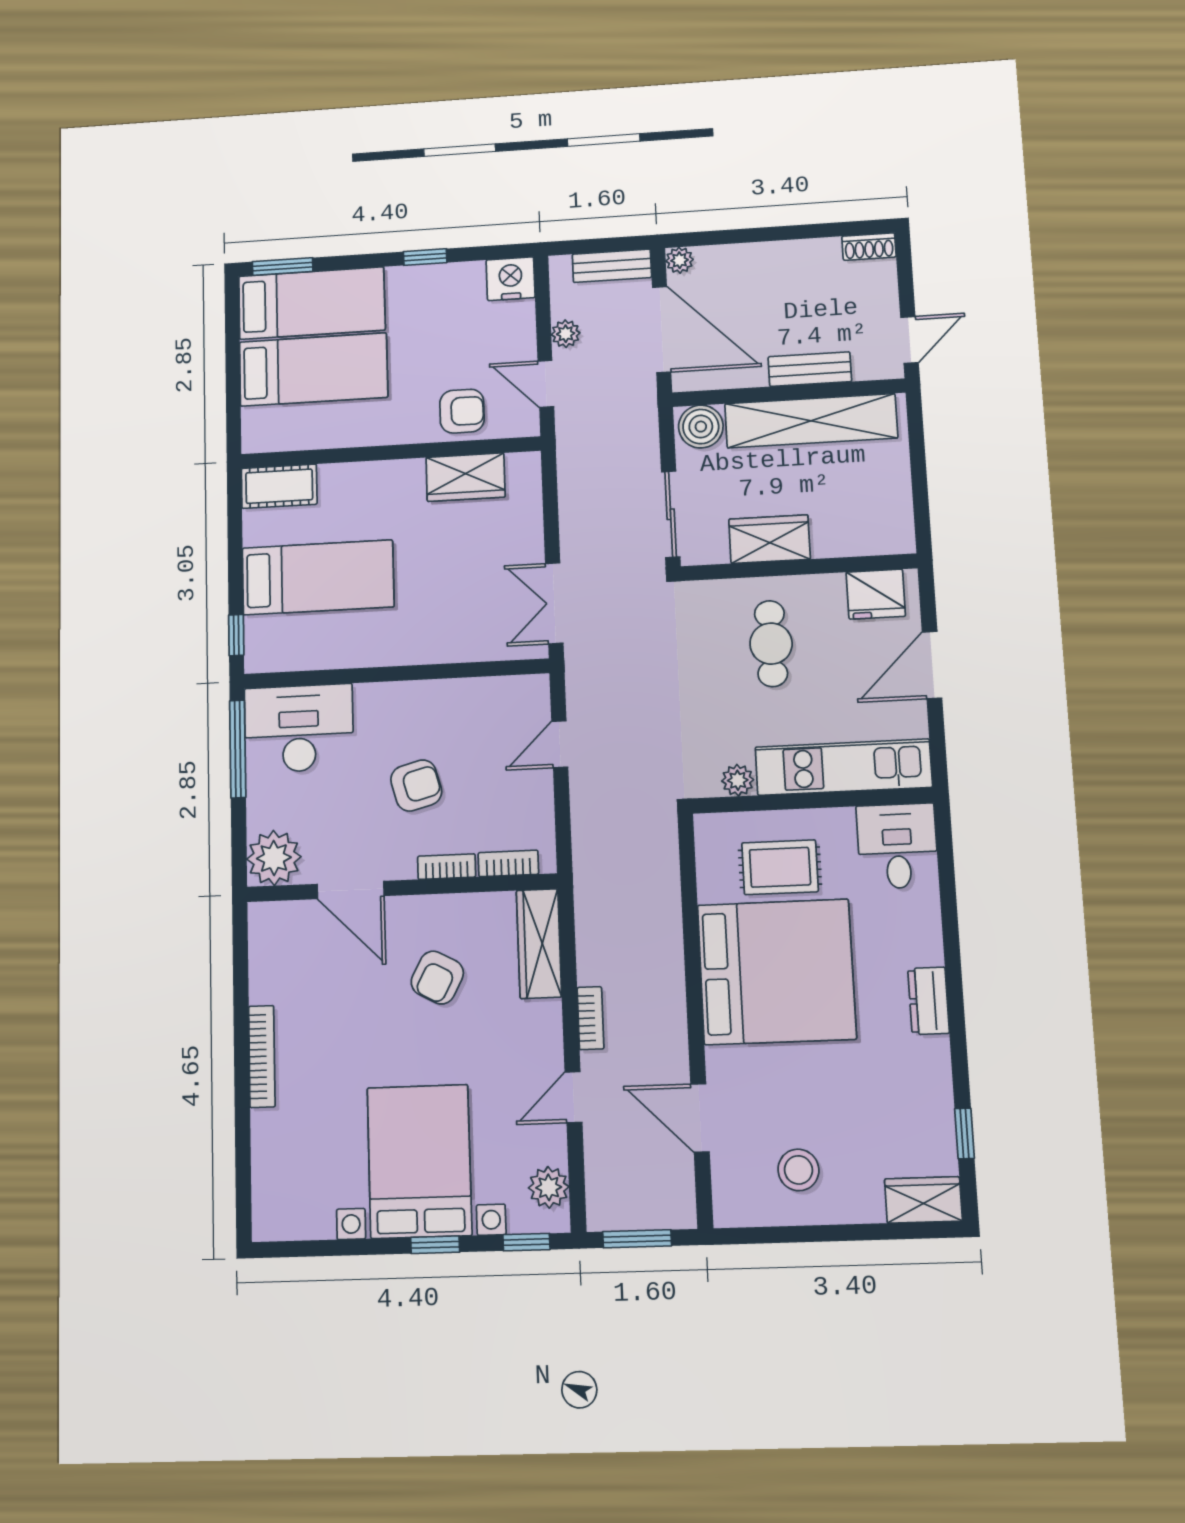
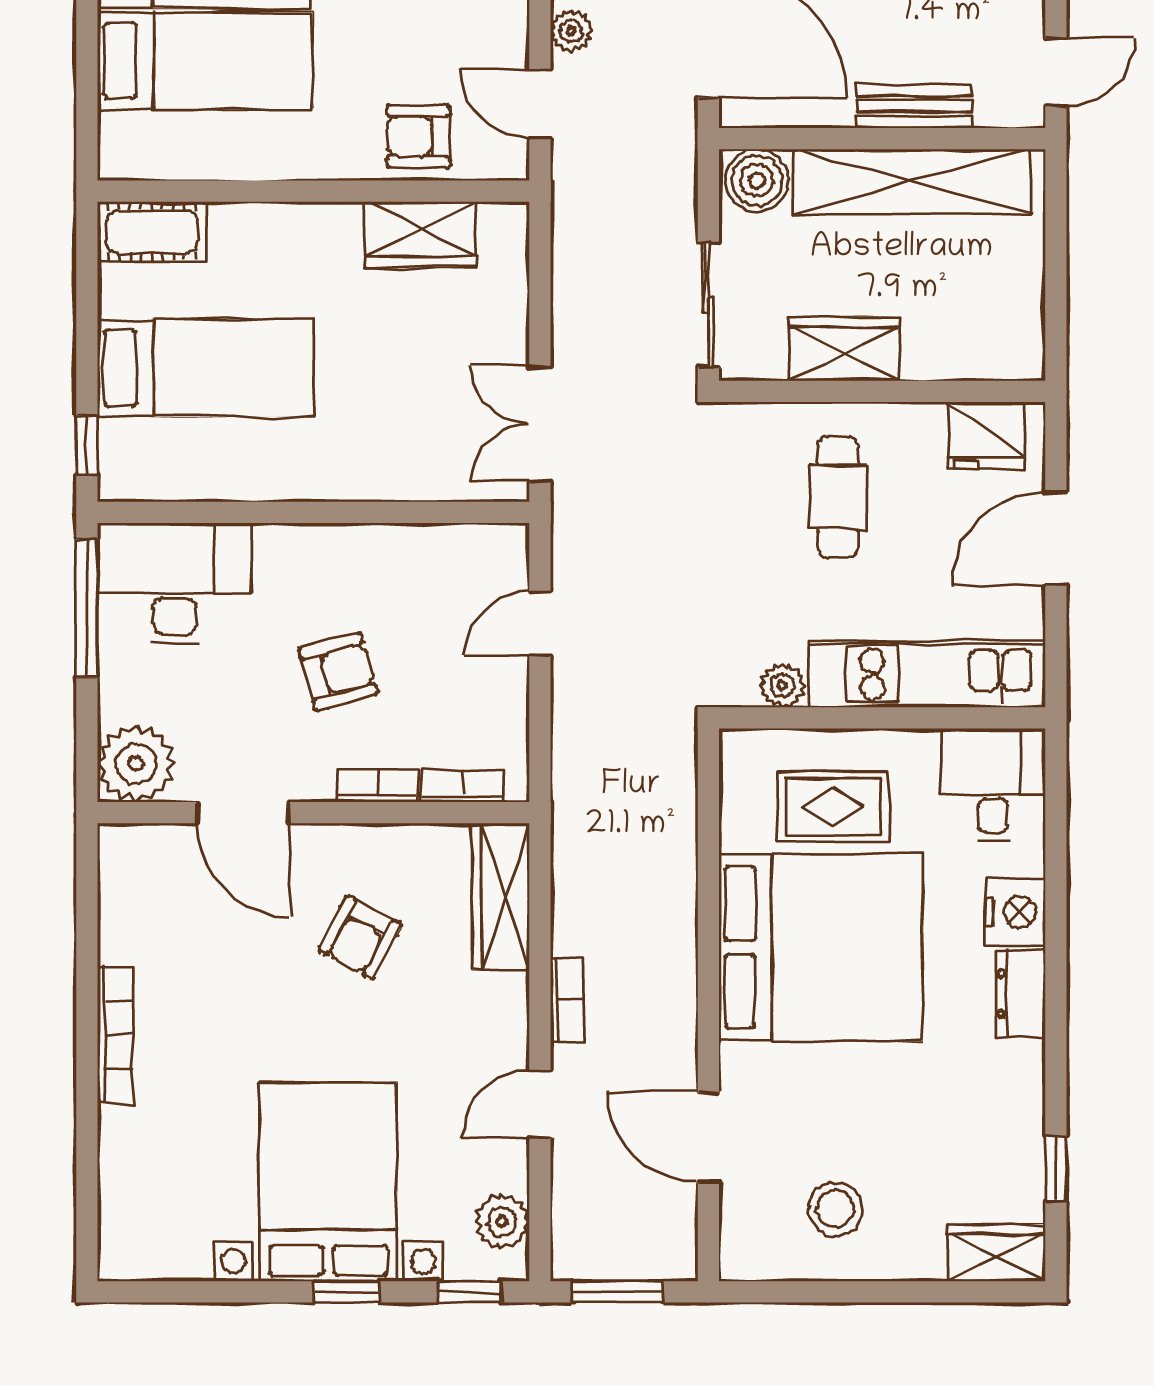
armchair: (462, 411) -> (418, 137), turned 180
nightstand: (920, 940) -> (1015, 912), added

